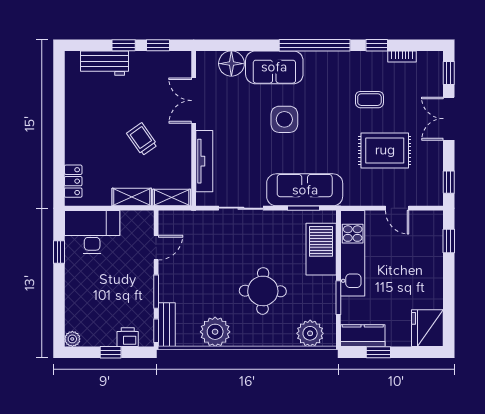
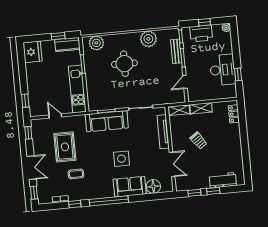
rug: (385, 150) -> (65, 147), turned 90
desk: (92, 232) -> (223, 70), moved, turned -90
barbecue: (321, 249) -> (95, 90), removed
bench: (167, 325) -> (176, 51), moved
printer: (128, 337) -> (201, 33), width x1.87, depth x1.48

